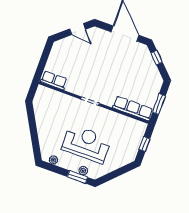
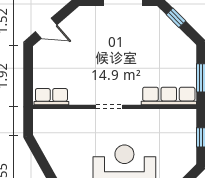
door: (78, 29) -> (46, 28), moved

